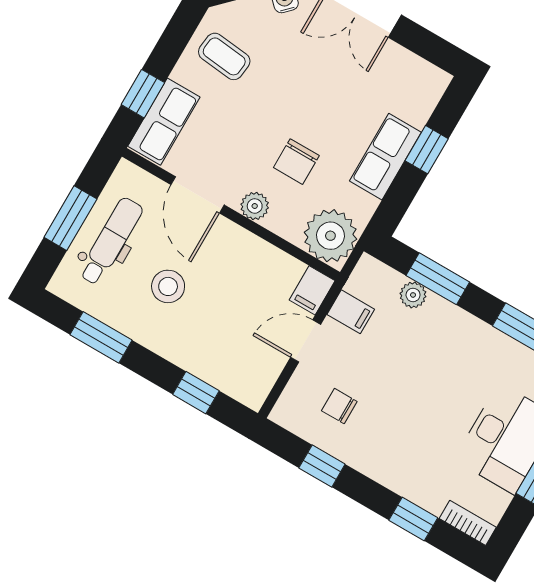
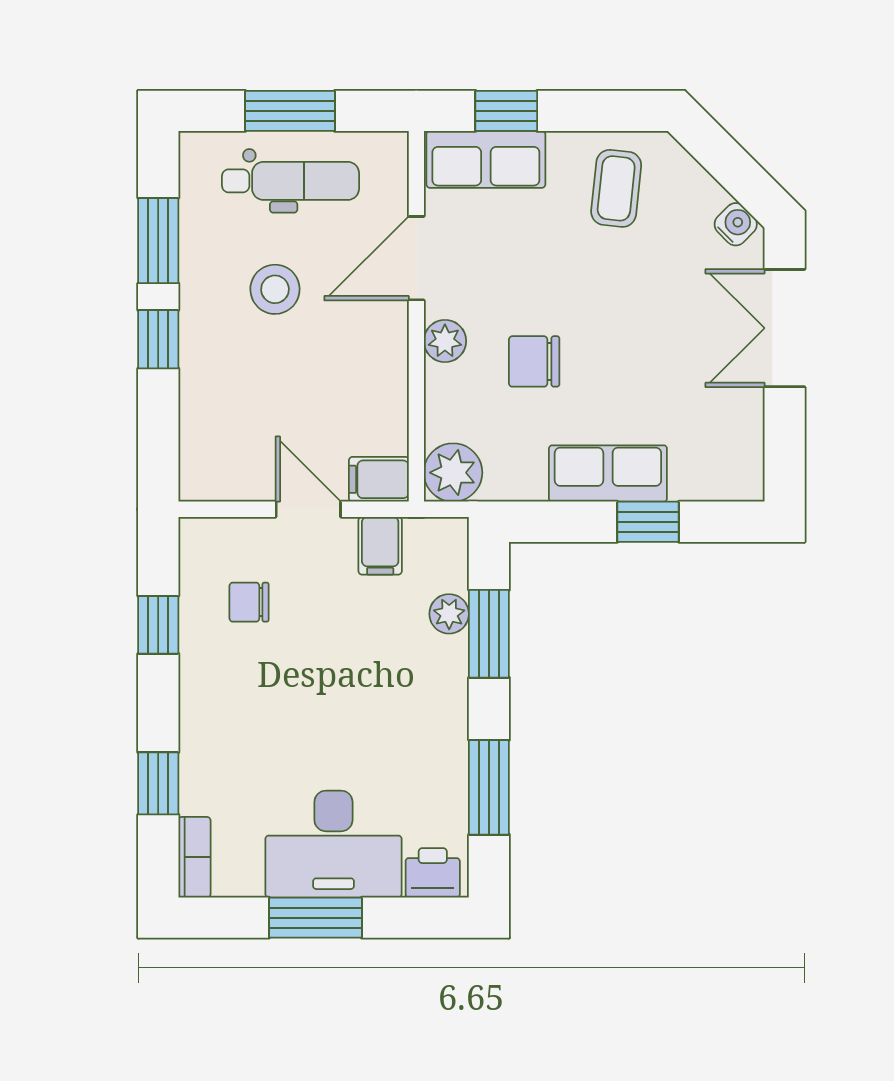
plant: (330, 236) -> (453, 473), width x0.73, depth x0.73
window: (196, 393) -> (158, 339), moved
chair: (339, 406) -> (249, 602), turned -90

